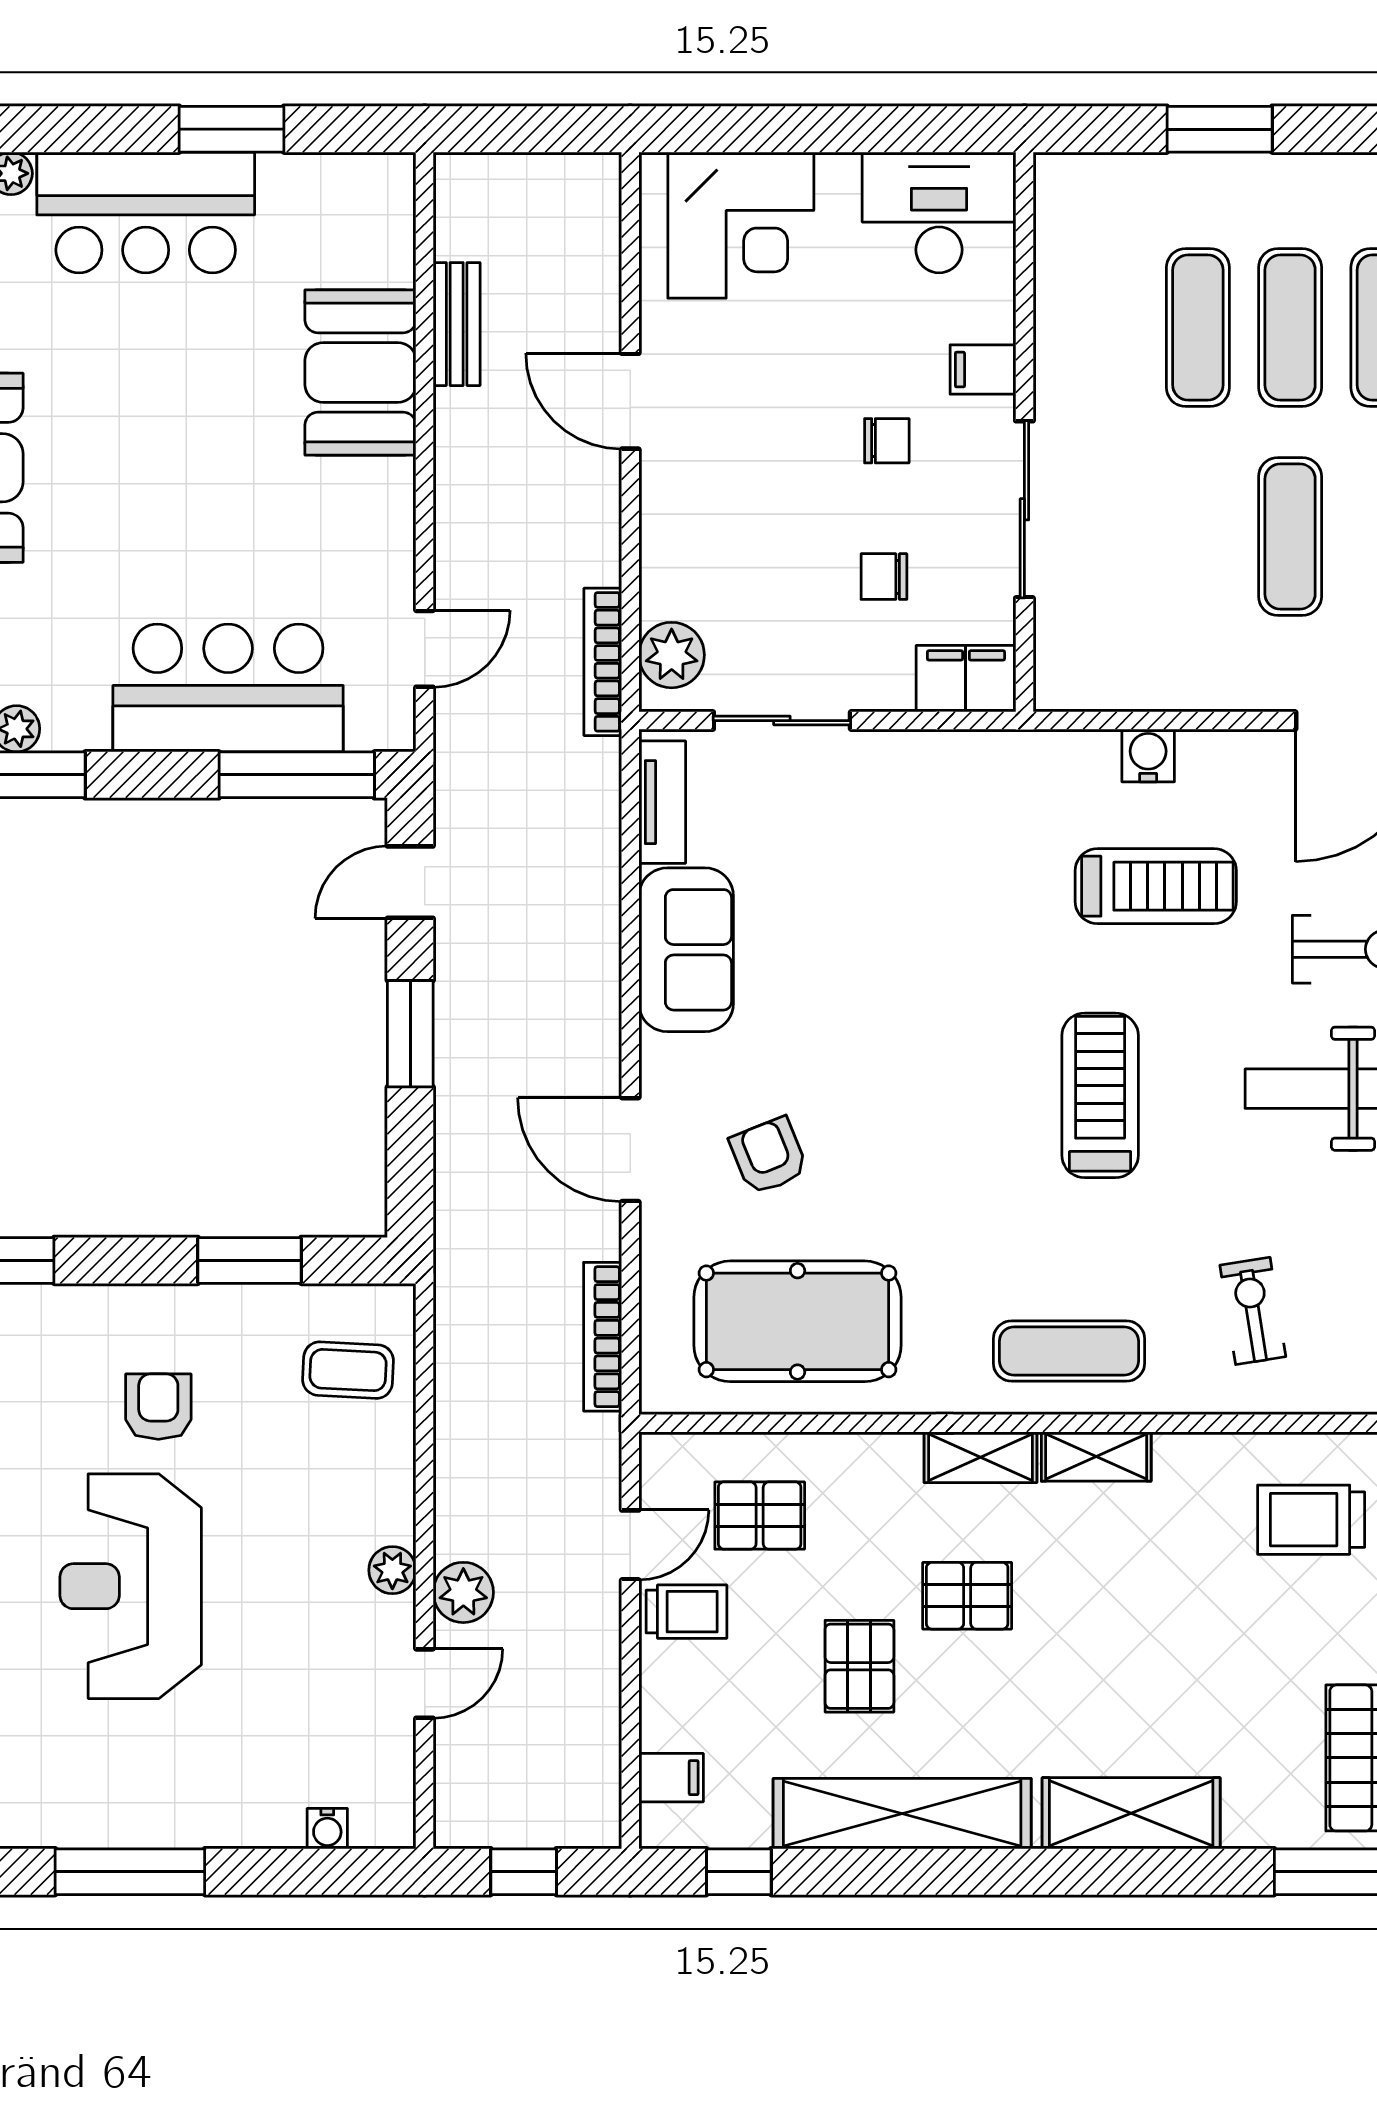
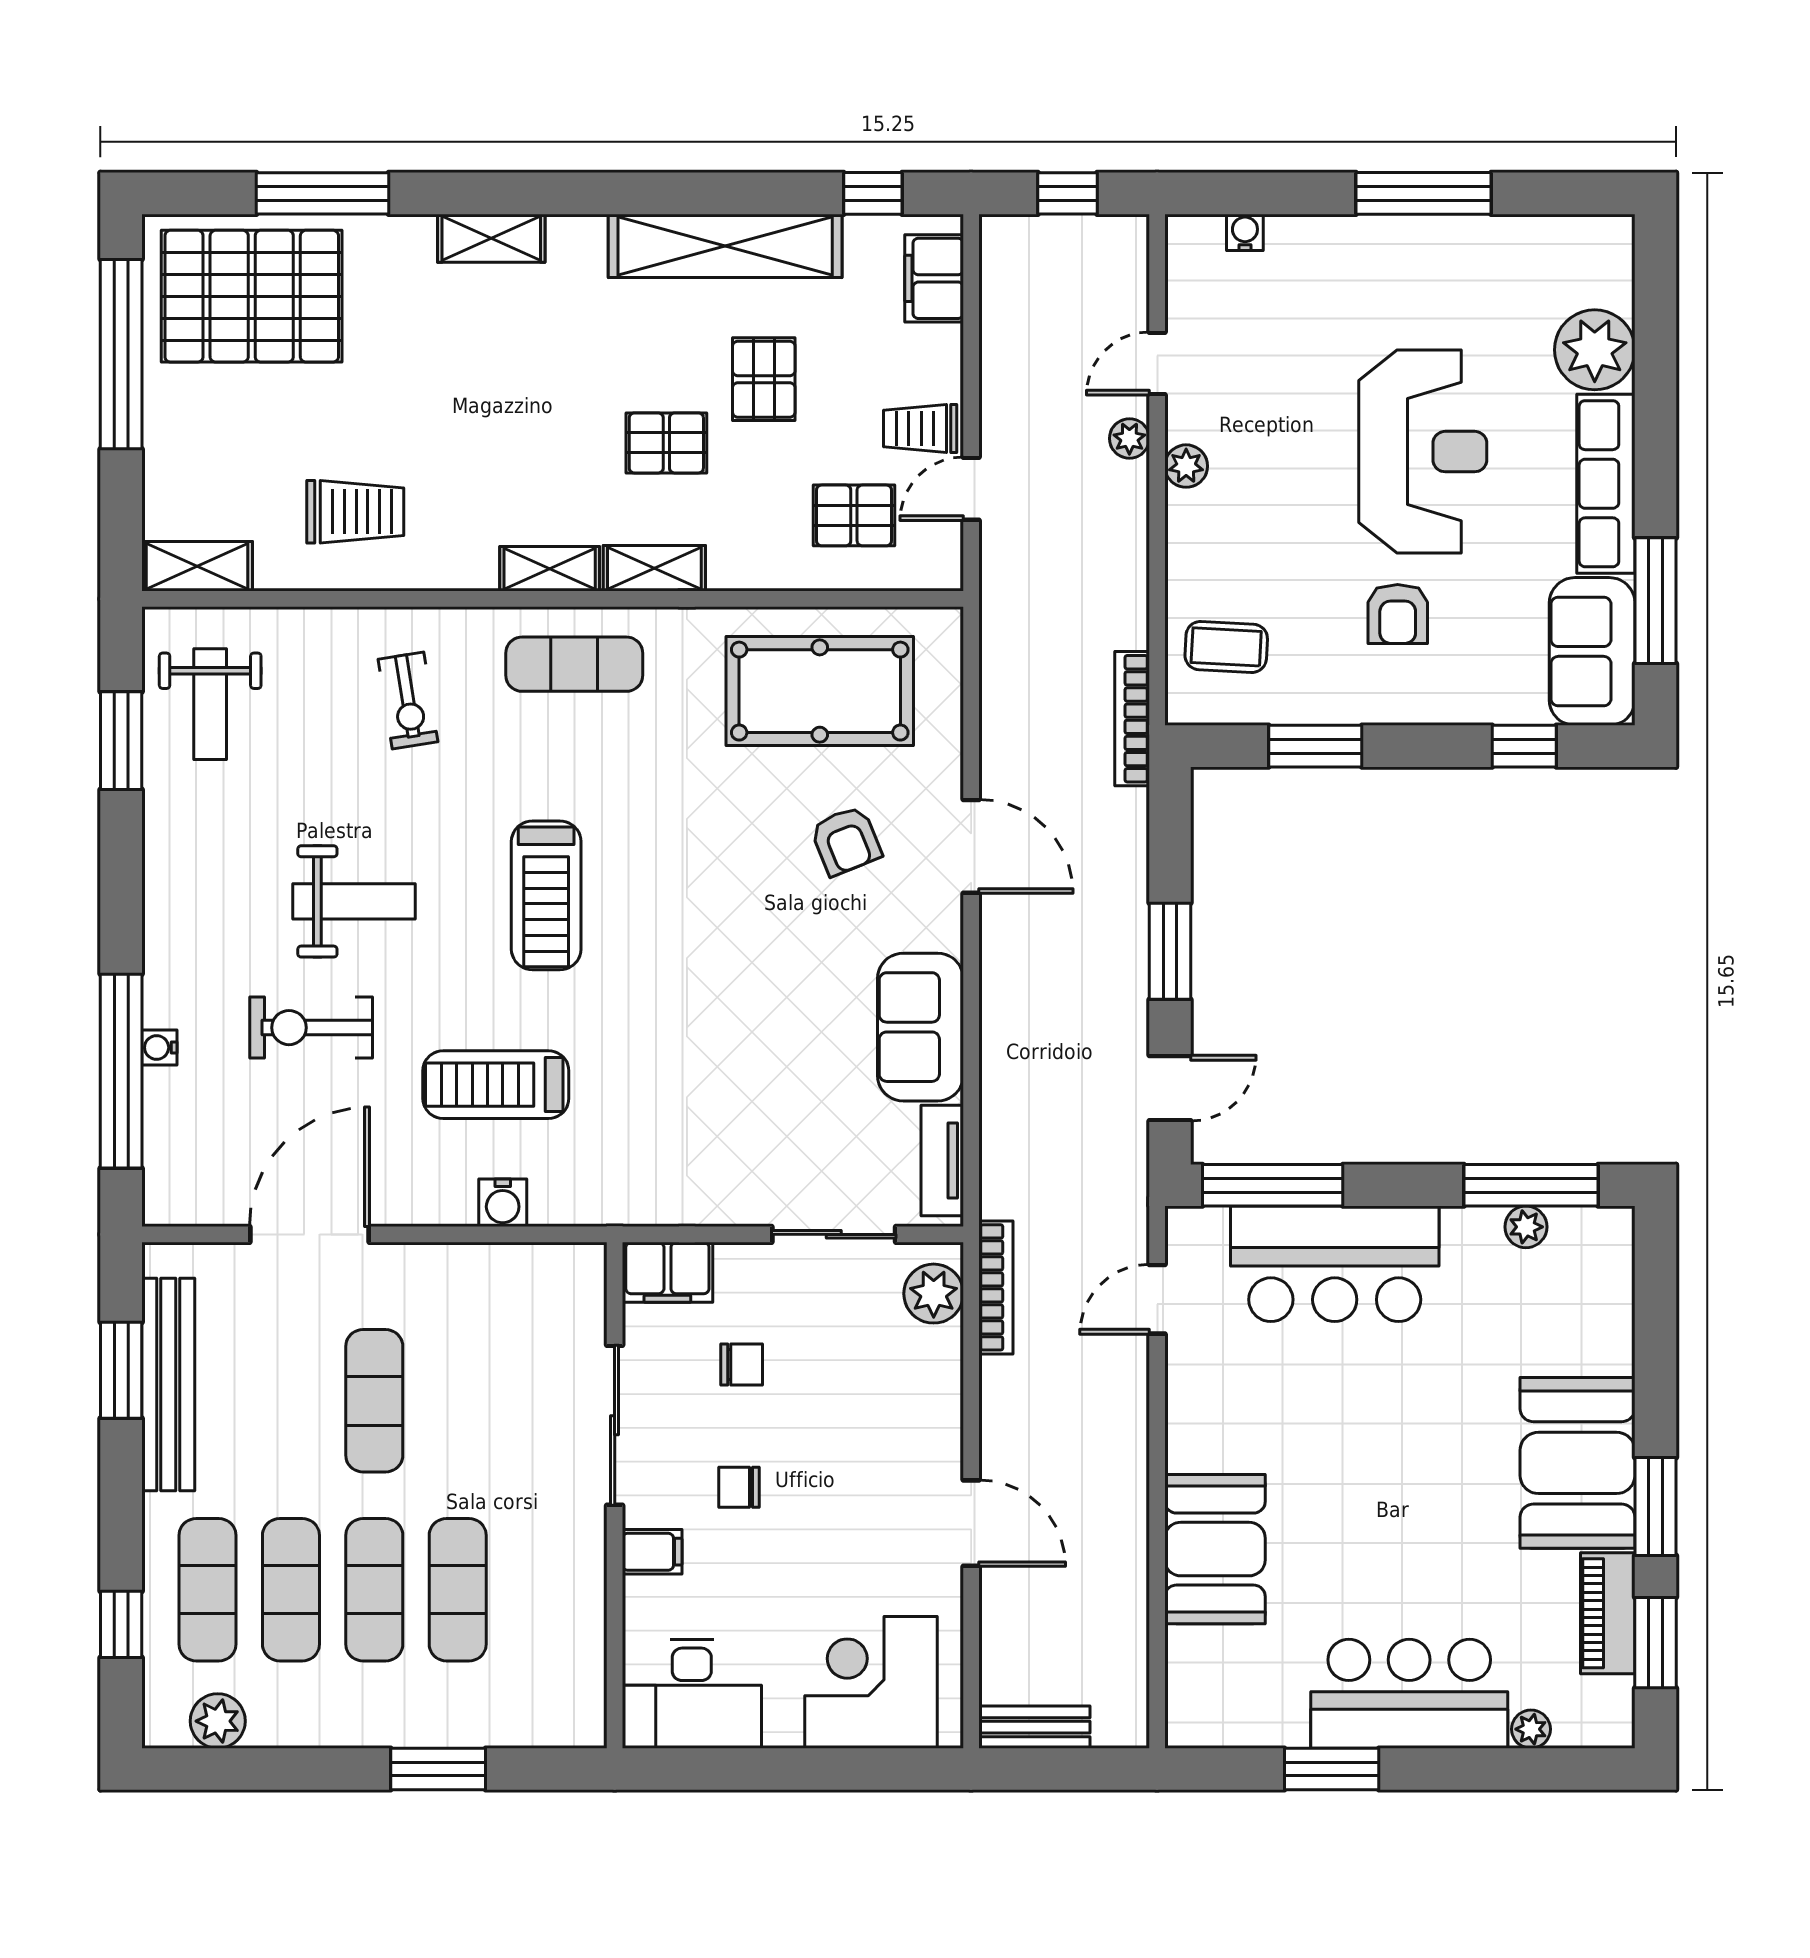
bench: (457, 324) -> (1034, 1727), moved, turned 90
bookcase: (603, 1337) -> (1132, 719), moved, turned 180
plant: (463, 1592) -> (1129, 438), width x0.73, depth x0.73
filing cabinet: (671, 1778) -> (934, 278), width x2.00
shelving: (1131, 1813) -> (491, 238), width x0.67, depth x0.75

